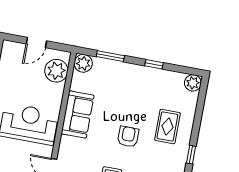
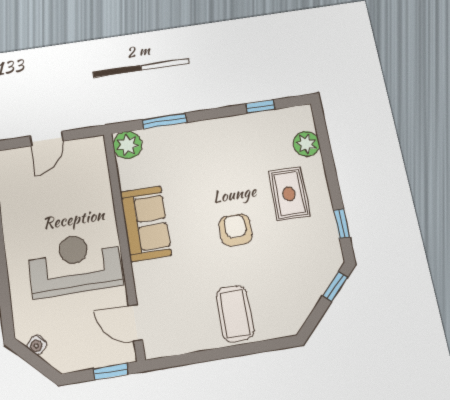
window: (154, 64) -> (260, 107), moved
plant: (56, 71) -> (90, 170), removed
plant: (193, 83) -> (306, 144), moved

